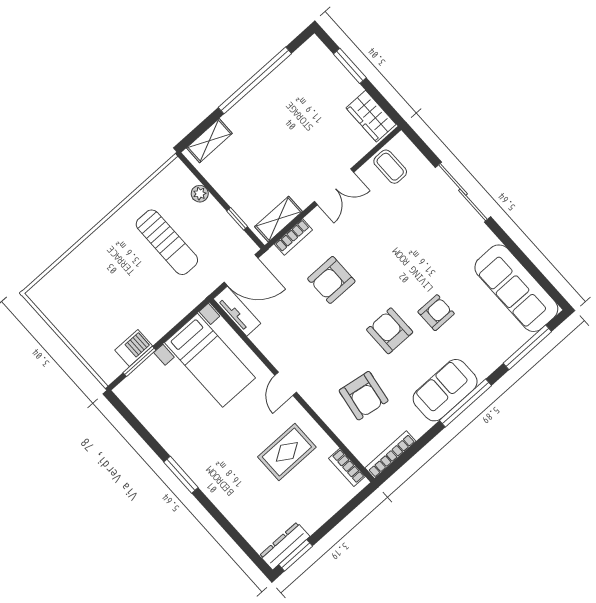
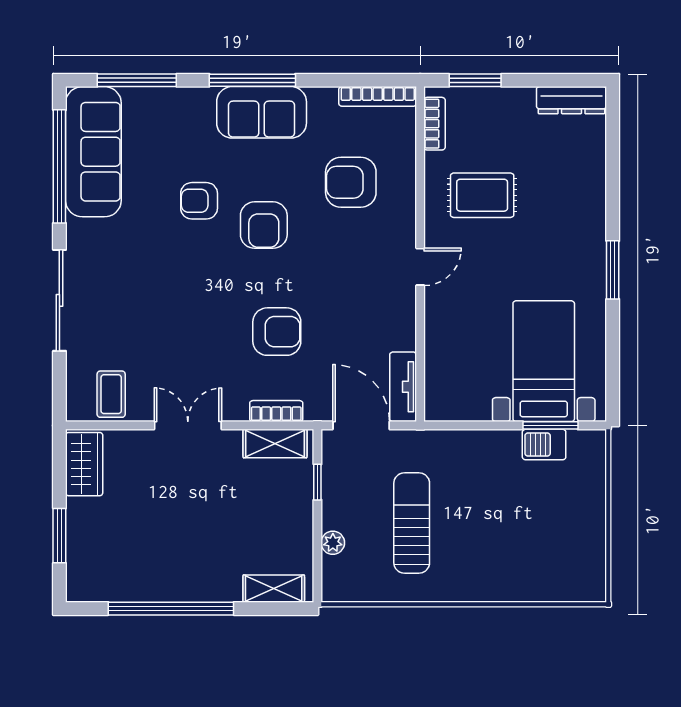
window: (527, 264) -> (59, 166), added
bed with nightstands: (210, 360) -> (544, 361), moved
armchair: (364, 396) -> (351, 182), turned -99
window: (296, 555) -> (475, 80), moved

